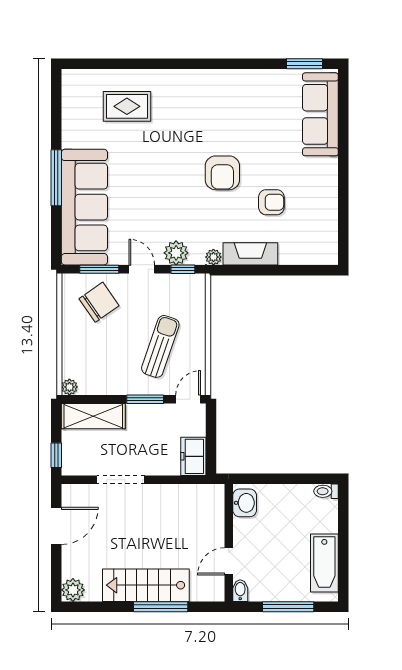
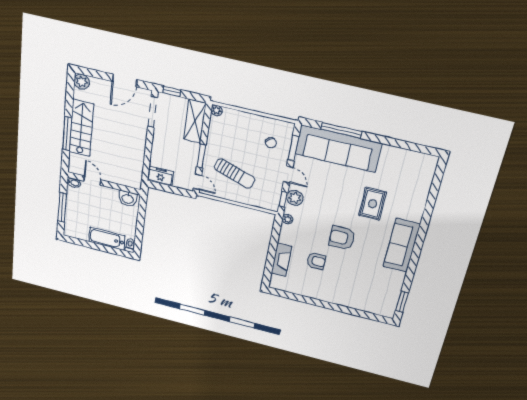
rug: (127, 106) -> (372, 204), moved
sofa: (320, 114) -> (402, 245), moved, turned -90
window: (56, 178) -> (341, 130), moved
armchair: (271, 202) -> (316, 261), turned -90
fireplace: (250, 254) -> (281, 260), moved
door: (142, 269) -> (288, 175), hinge flipped
chair: (99, 302) -> (271, 143), width x0.54, depth x0.54
doorway: (121, 480) -> (153, 112), moved
door: (56, 526) -> (125, 81), hinge flipped
bathtub: (324, 563) -> (107, 239), moved

